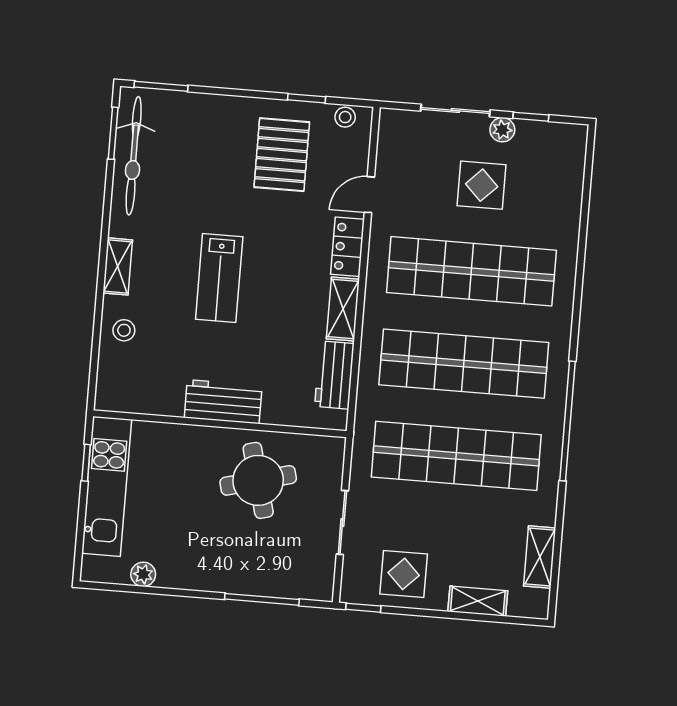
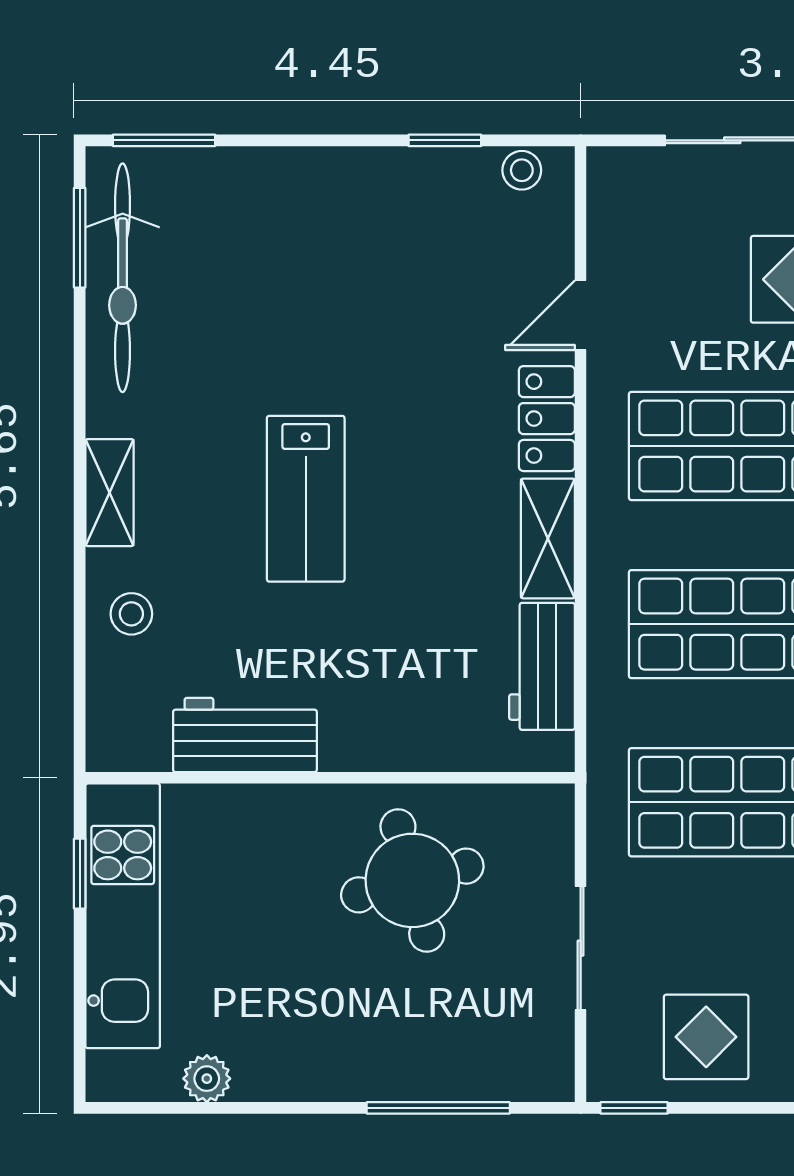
pallet: (282, 155) -> (406, 252), removed
workbench: (223, 402) -> (245, 735), moved

